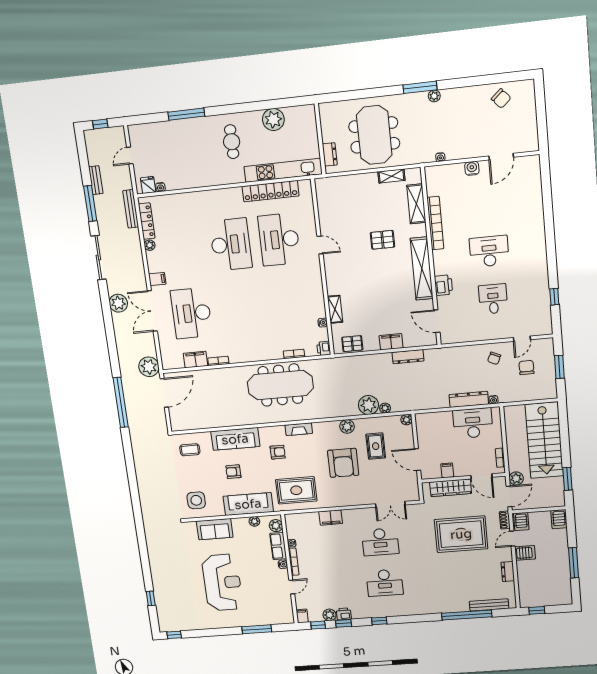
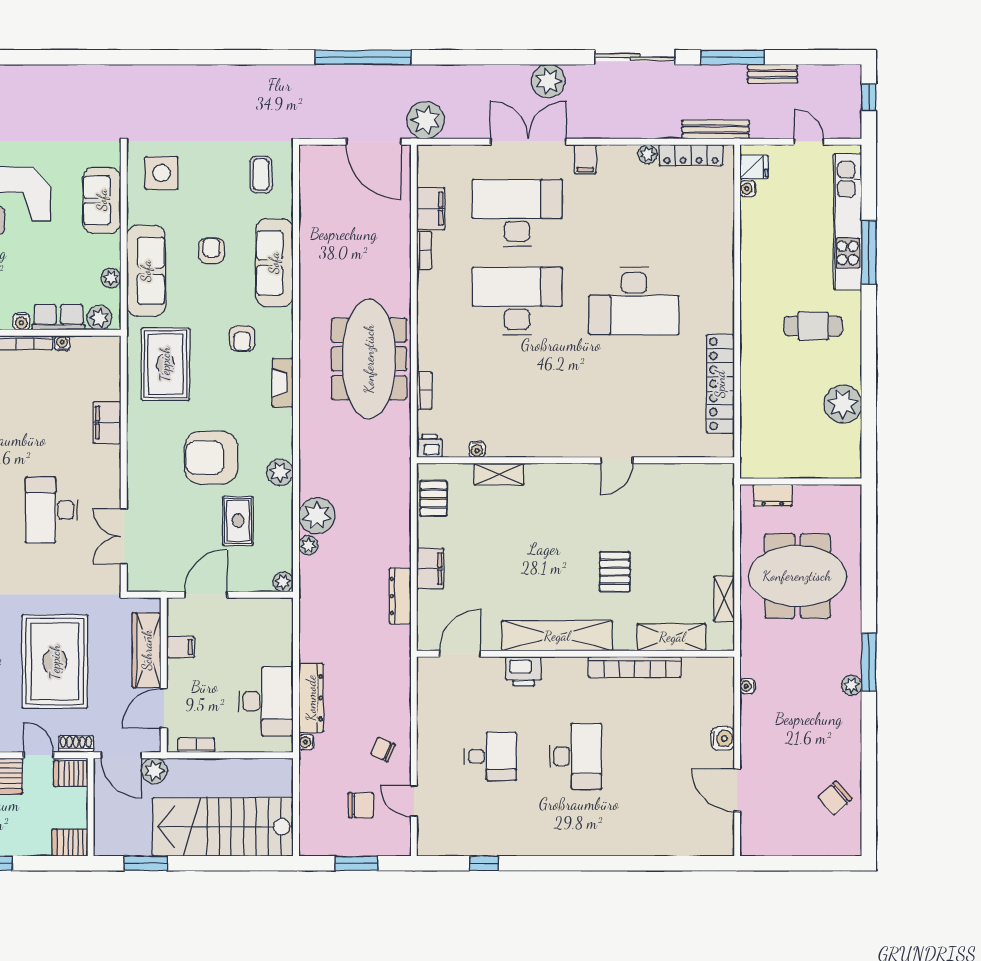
kitchen unit: (283, 170) -> (848, 222), moved, turned 180
desk: (279, 239) -> (517, 301), moved
rug: (376, 446) -> (238, 521), turned 90

